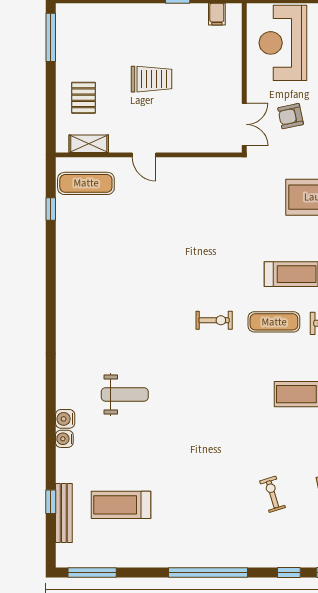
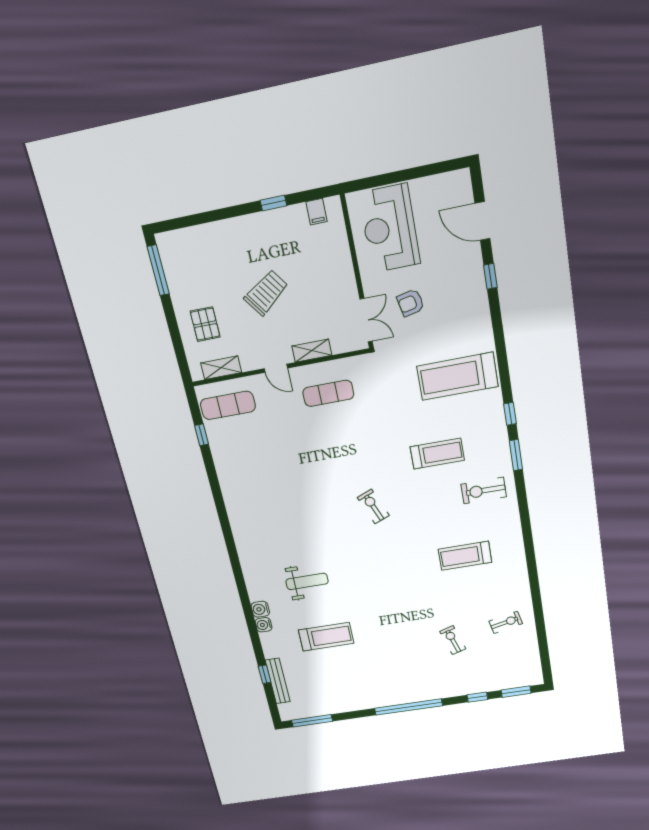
trolley: (152, 79) -> (266, 293), turned -36
shelving: (184, 144) -> (312, 351), added
exercise bike: (214, 320) -> (373, 506), turned -112
exercise mat: (274, 322) -> (328, 393), moved
treadmill: (121, 505) -> (326, 637), moved, turned 180

